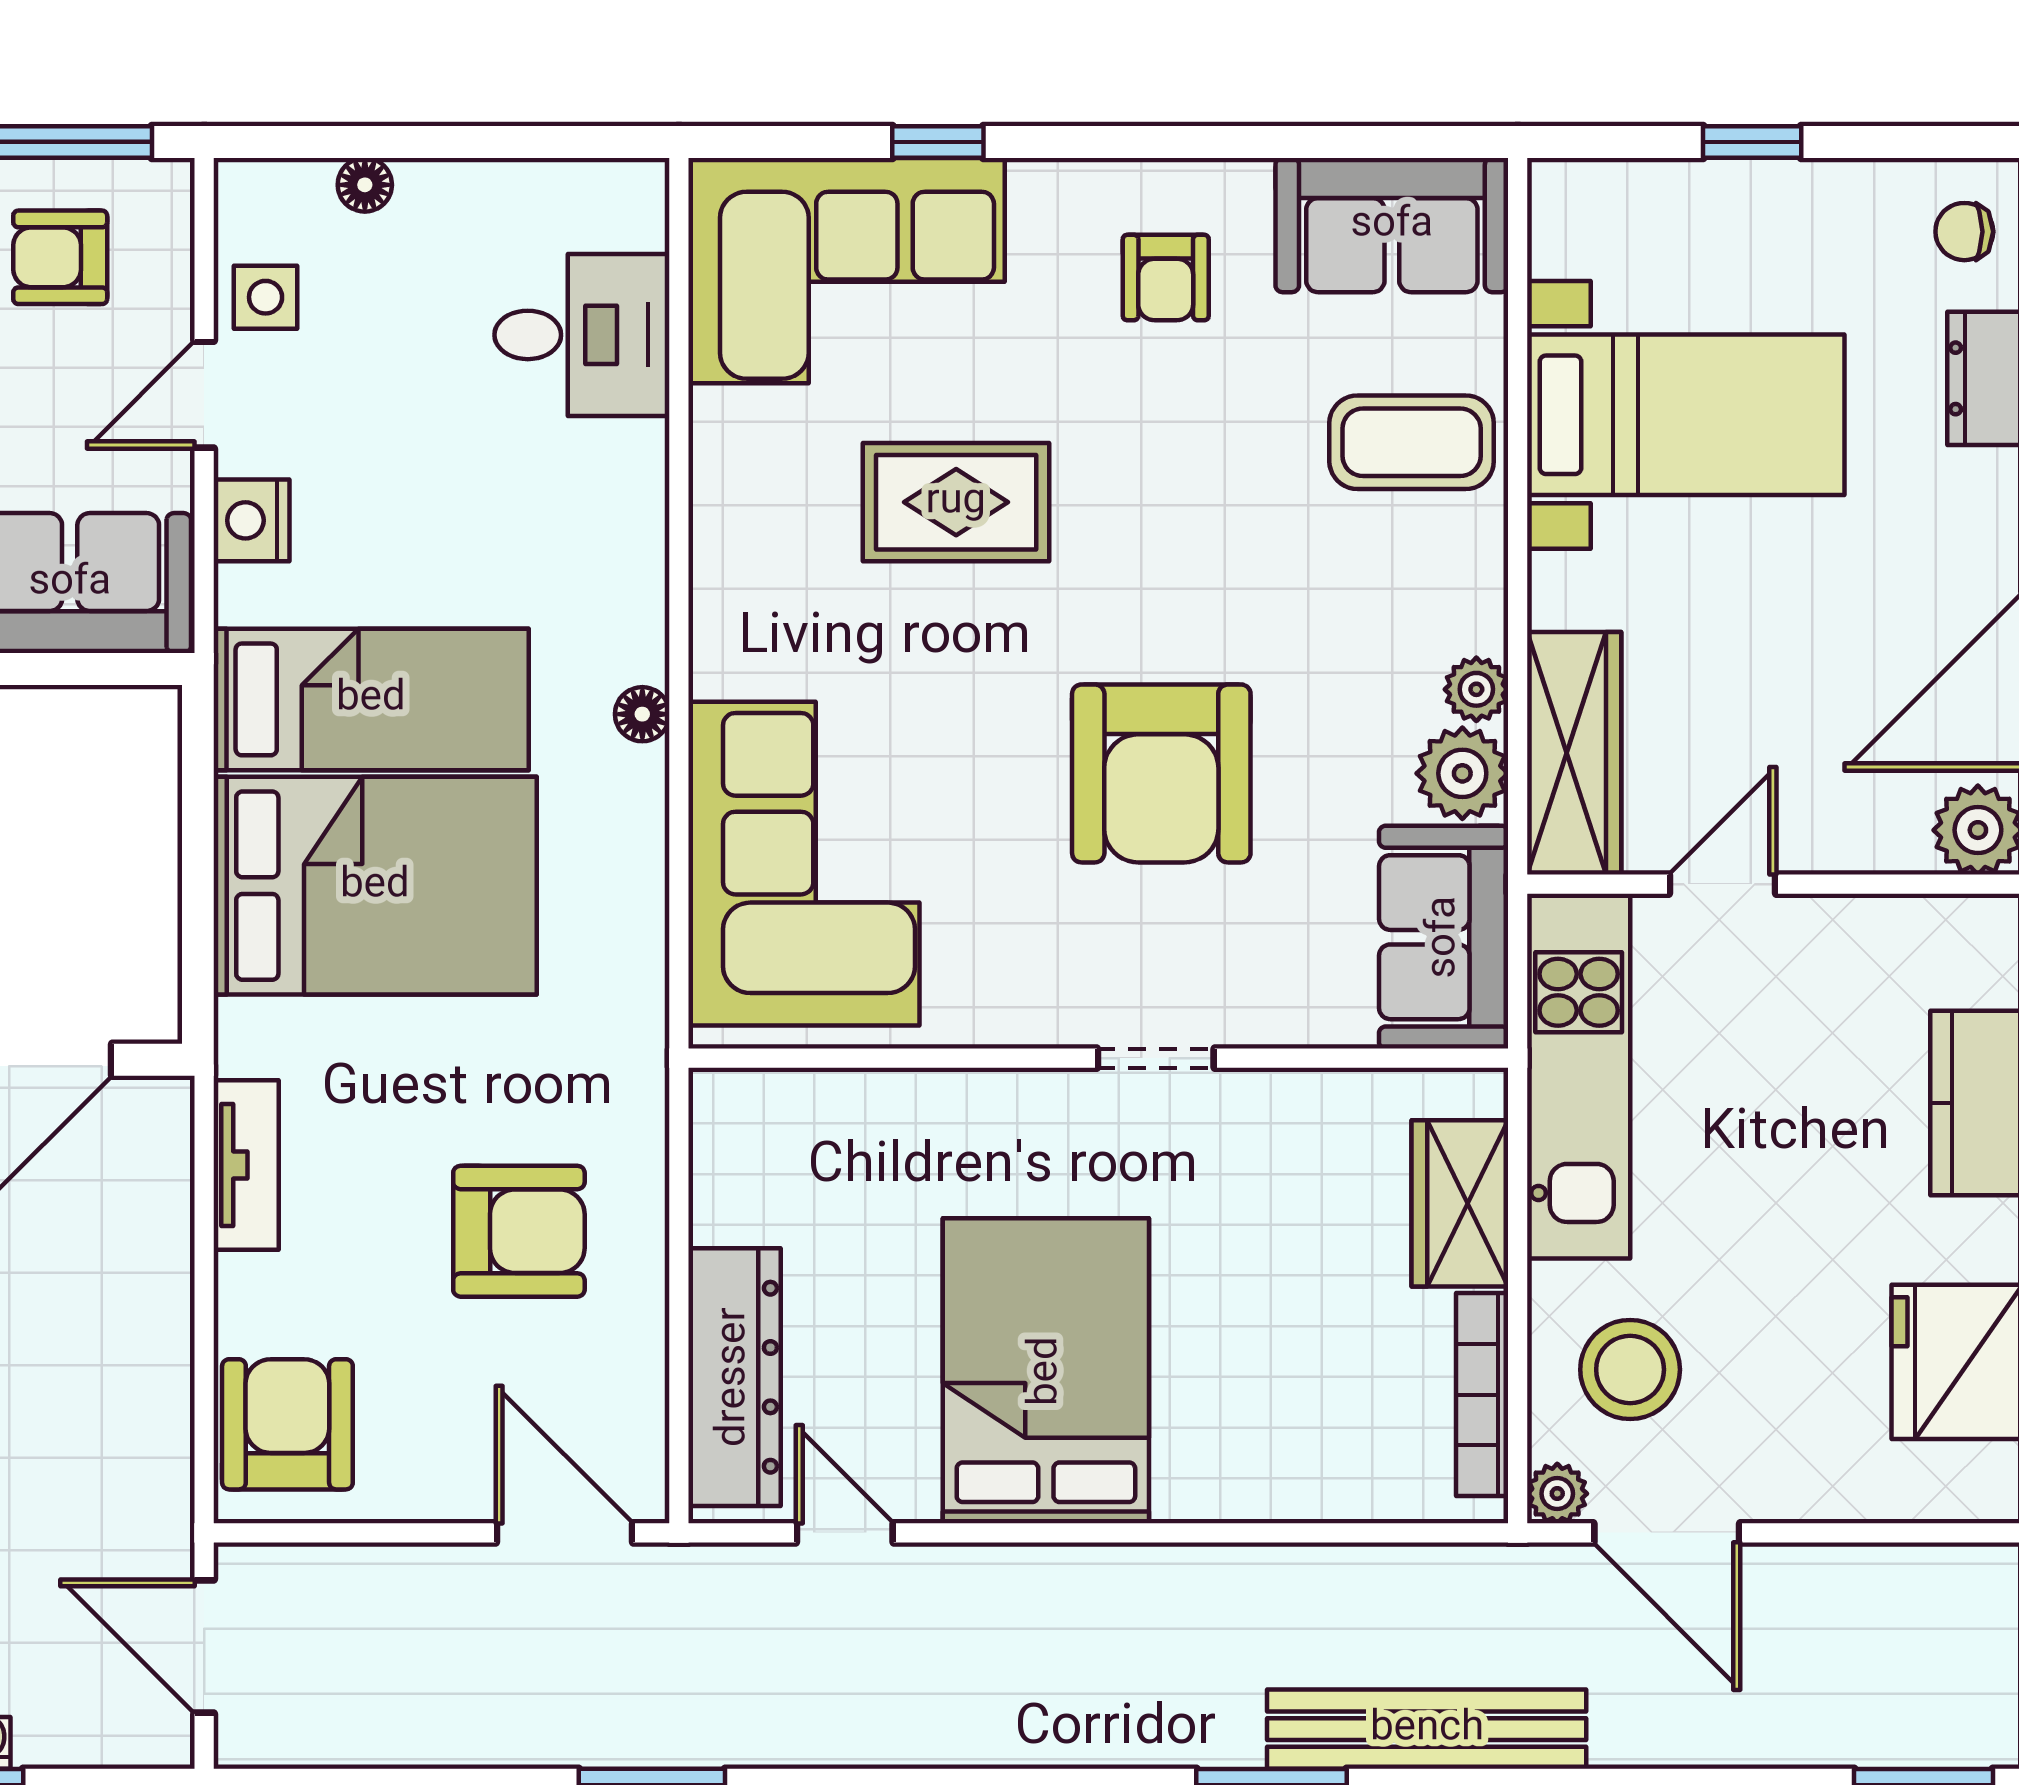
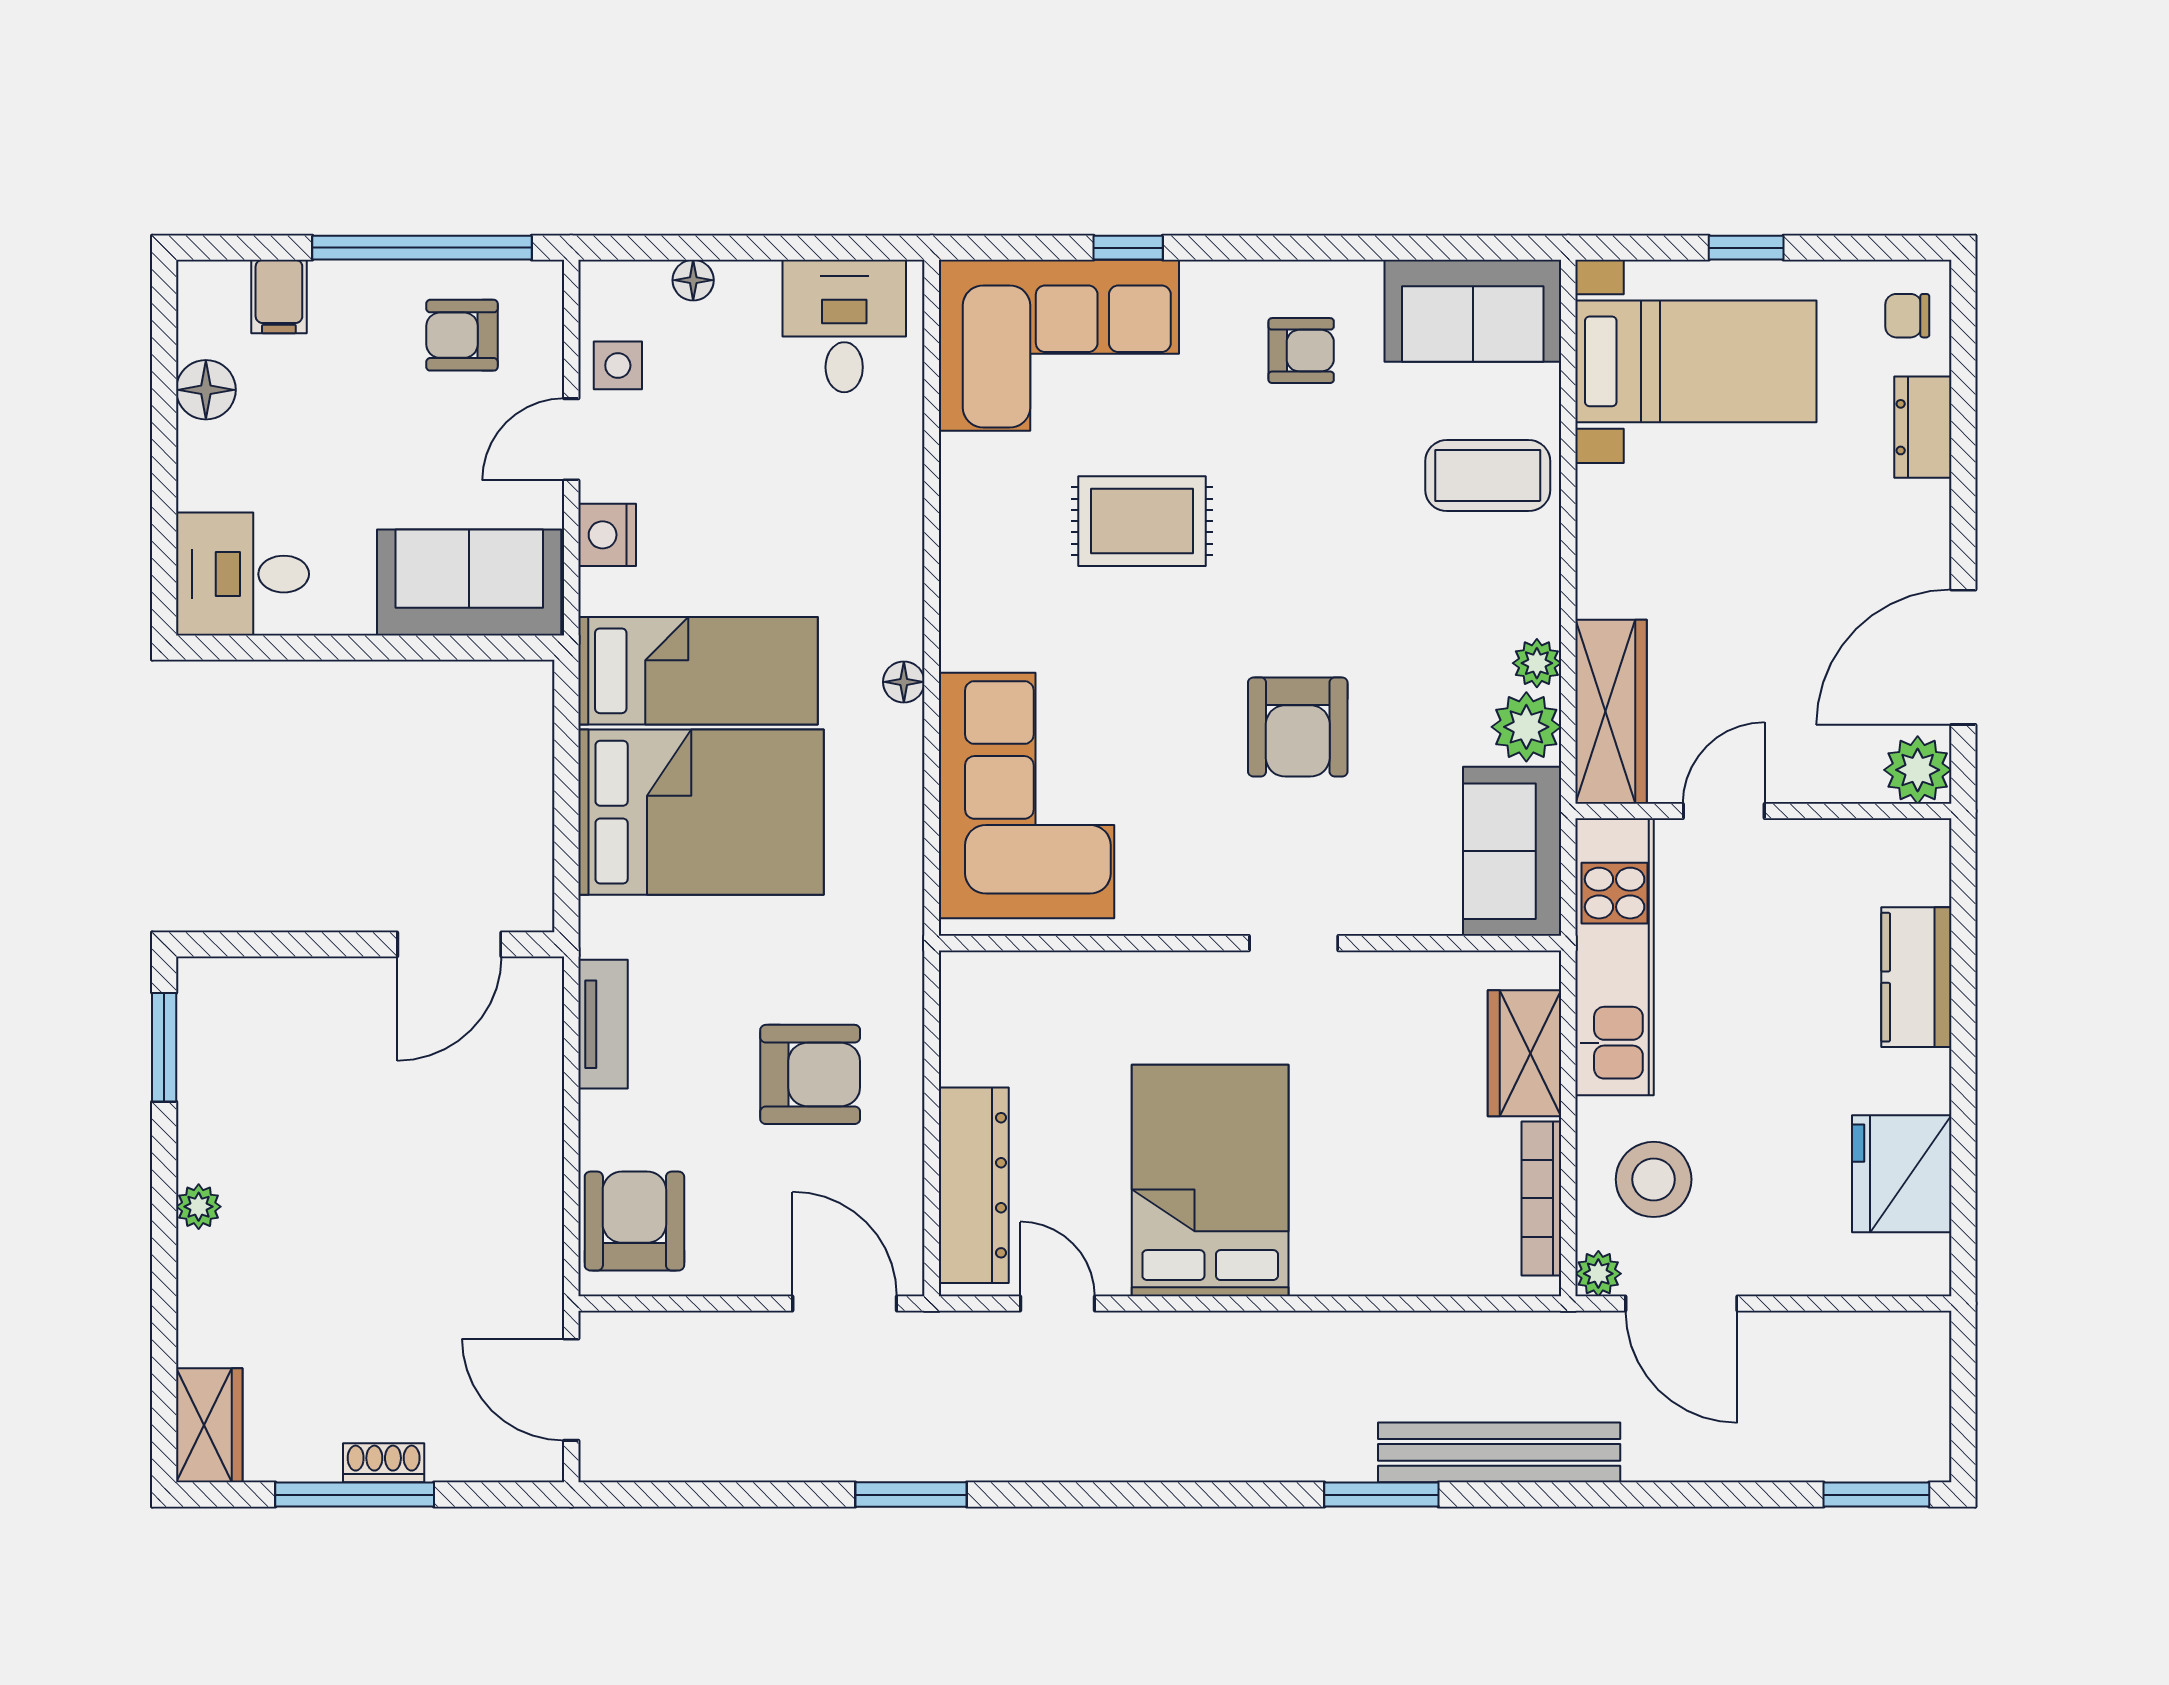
armchair: (1166, 278) -> (1301, 351), turned -90
desk: (582, 335) -> (844, 326), moved, turned -90
bed with nightstands: (1686, 415) -> (1696, 361), moved
armchair: (1161, 773) -> (1298, 727), width x0.73, depth x0.73

